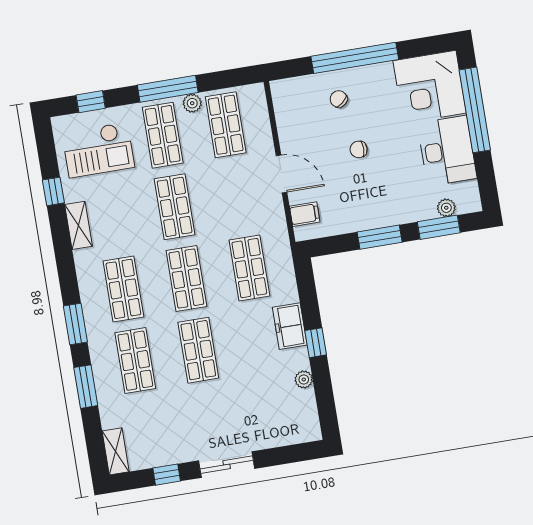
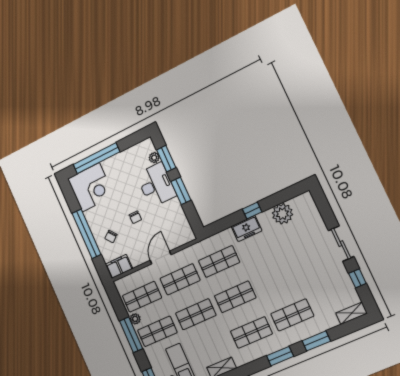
desk: (447, 151) -> (156, 185), moved, turned 90
filing cabinet: (305, 214) -> (119, 266), moved, width x2.00
shop shelf: (198, 350) -> (180, 279), moved
plant: (304, 379) -> (282, 214), width x1.87, depth x1.87

